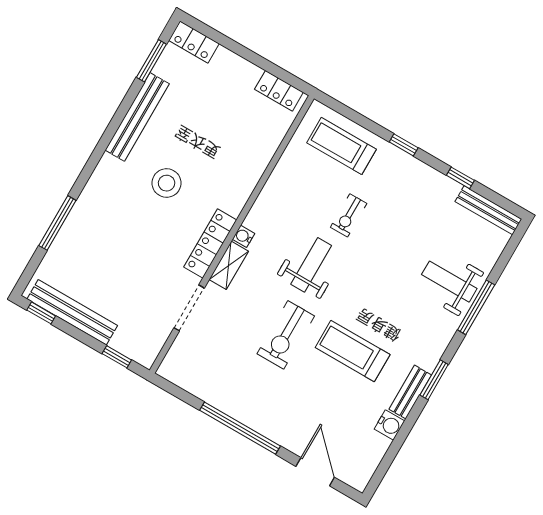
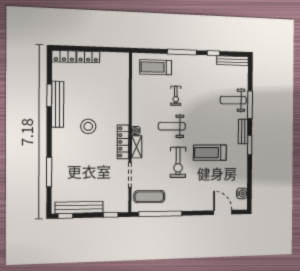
window: (151, 61) -> (49, 95), moved
locker: (279, 91) -> (88, 57), moved
window: (404, 145) -> (182, 52), width x2.17
weight bench: (311, 265) -> (172, 126), turned -90
exercise mat: (201, 365) -> (149, 197), added
bench: (410, 392) -> (243, 132), moved
water cooler: (389, 425) -> (242, 193), moved
window: (240, 428) -> (160, 214), moved

